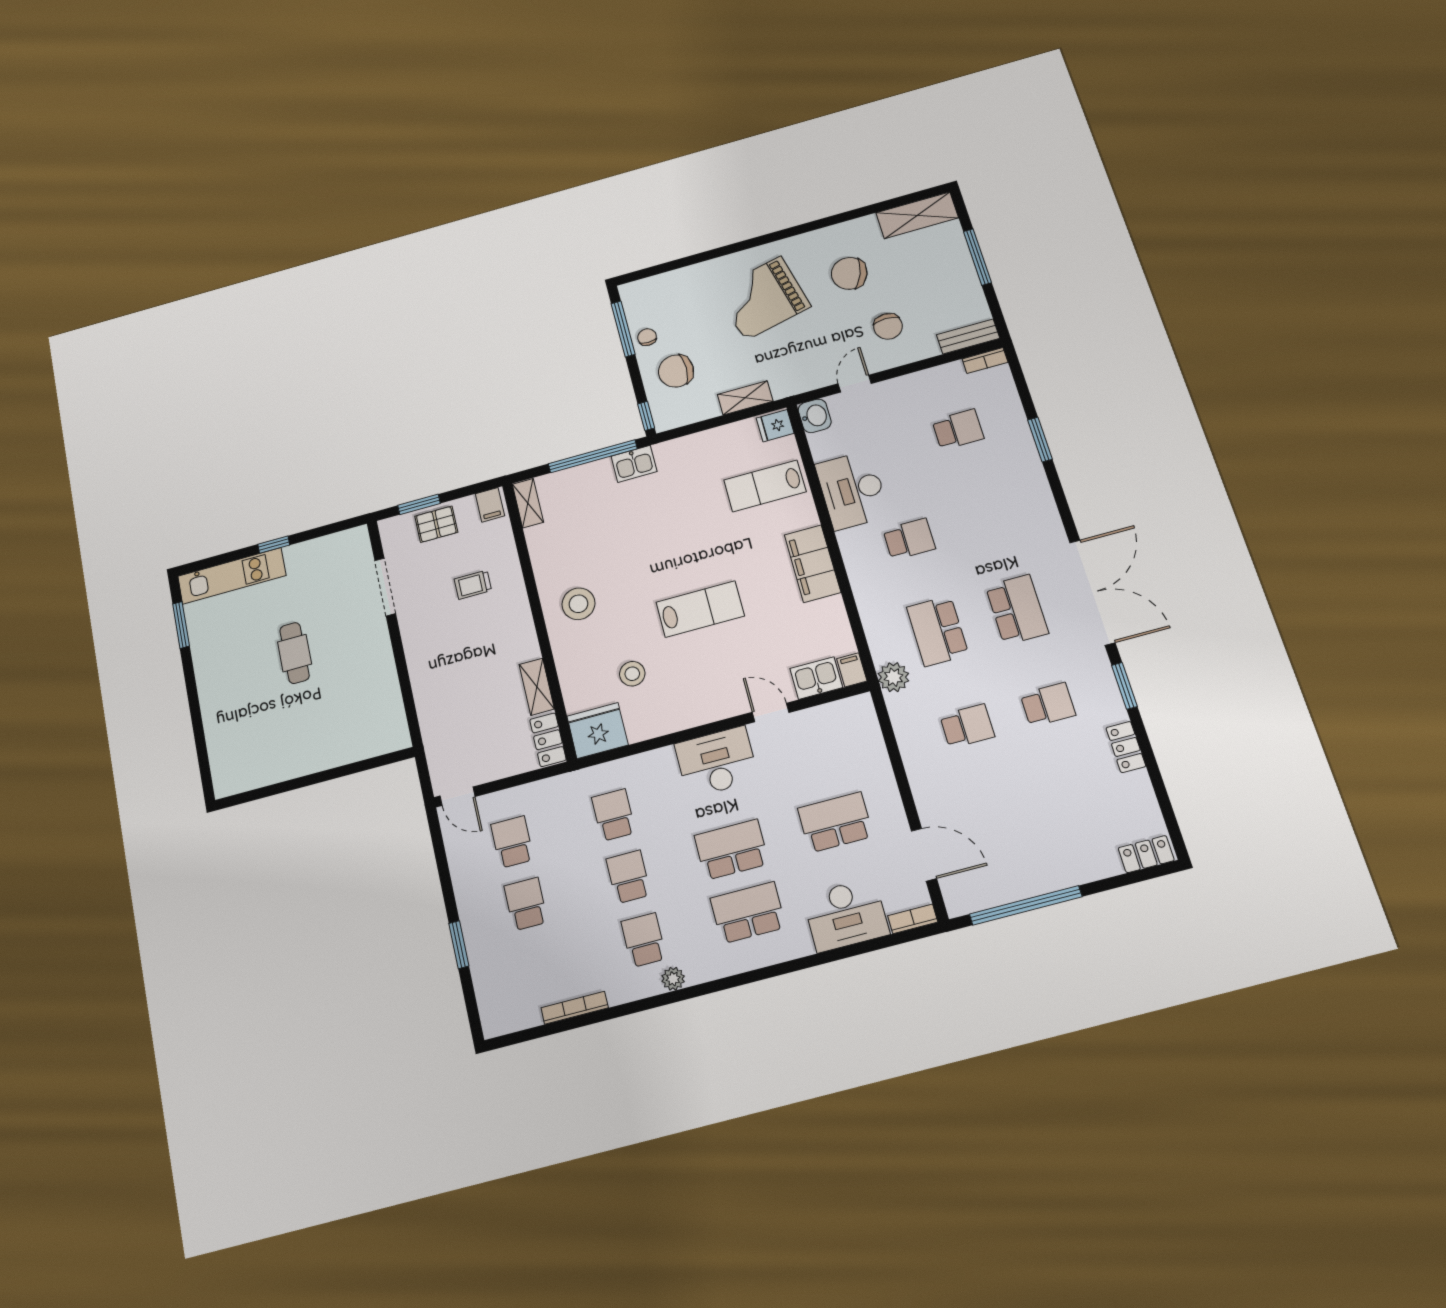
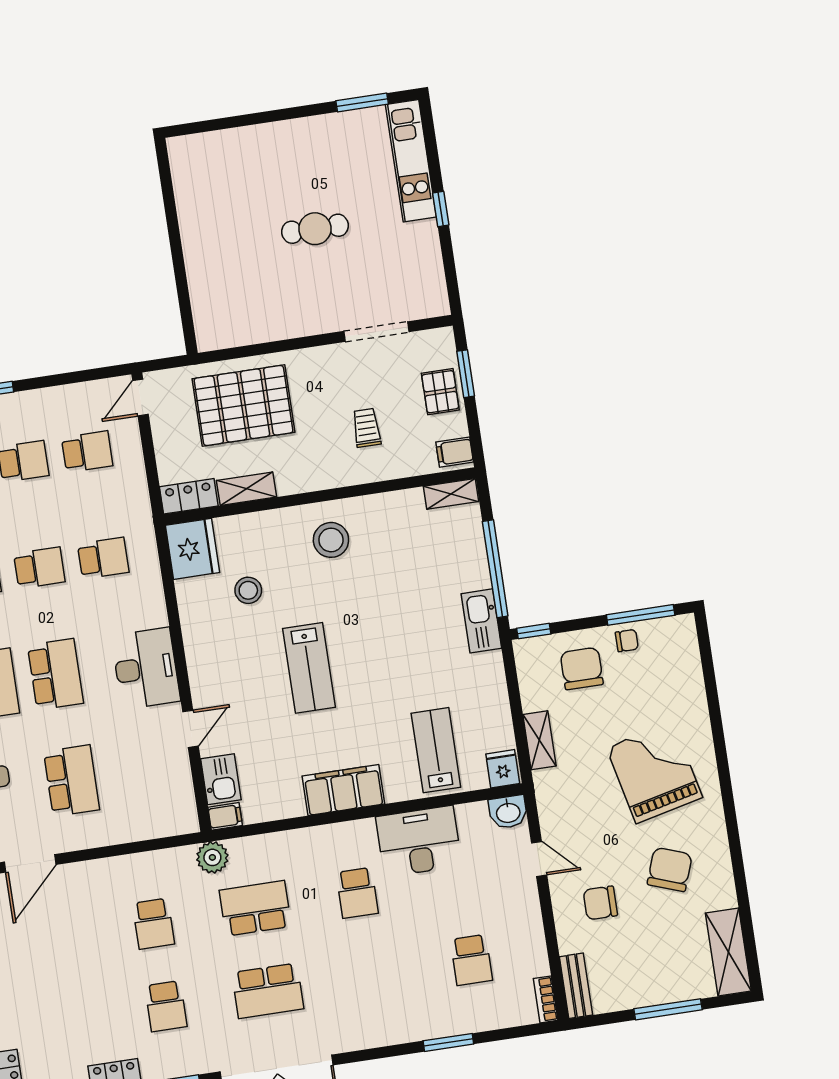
kitchen sink: (634, 464) -> (481, 621), width x1.38
pallet: (459, 699) -> (243, 405), added

